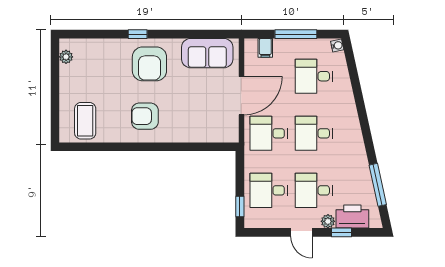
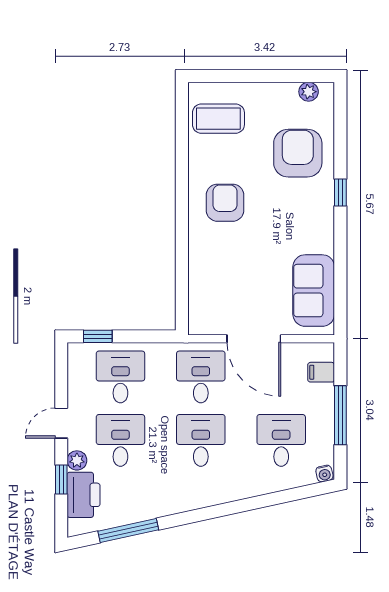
armchair: (149, 64) -> (298, 153), moved, turned 90

